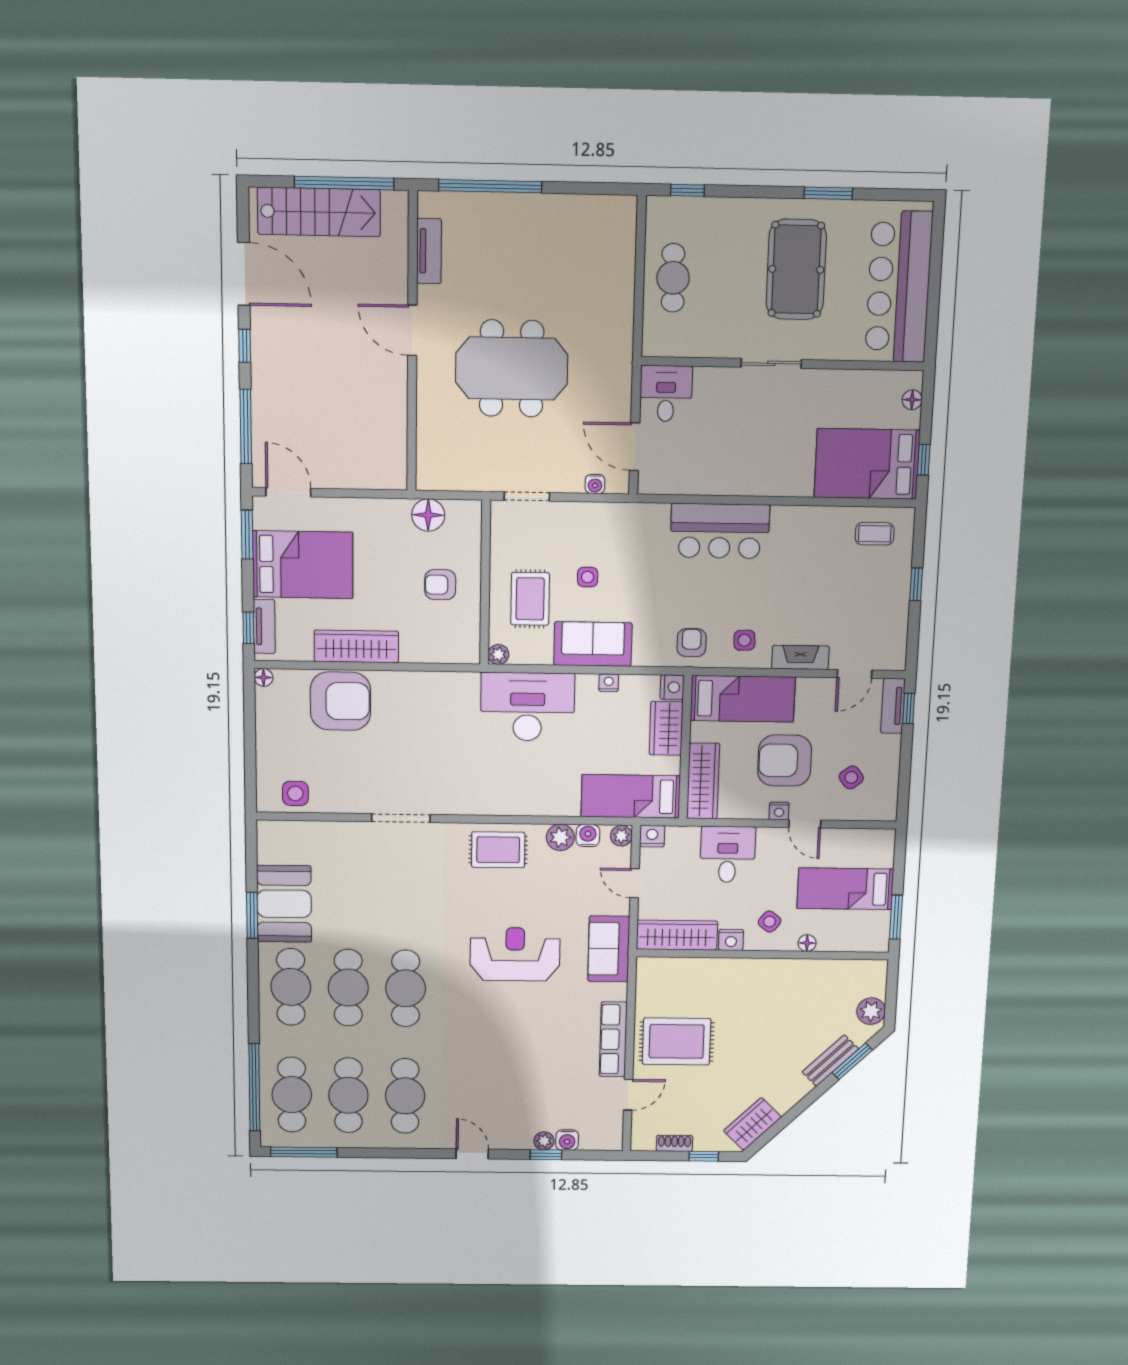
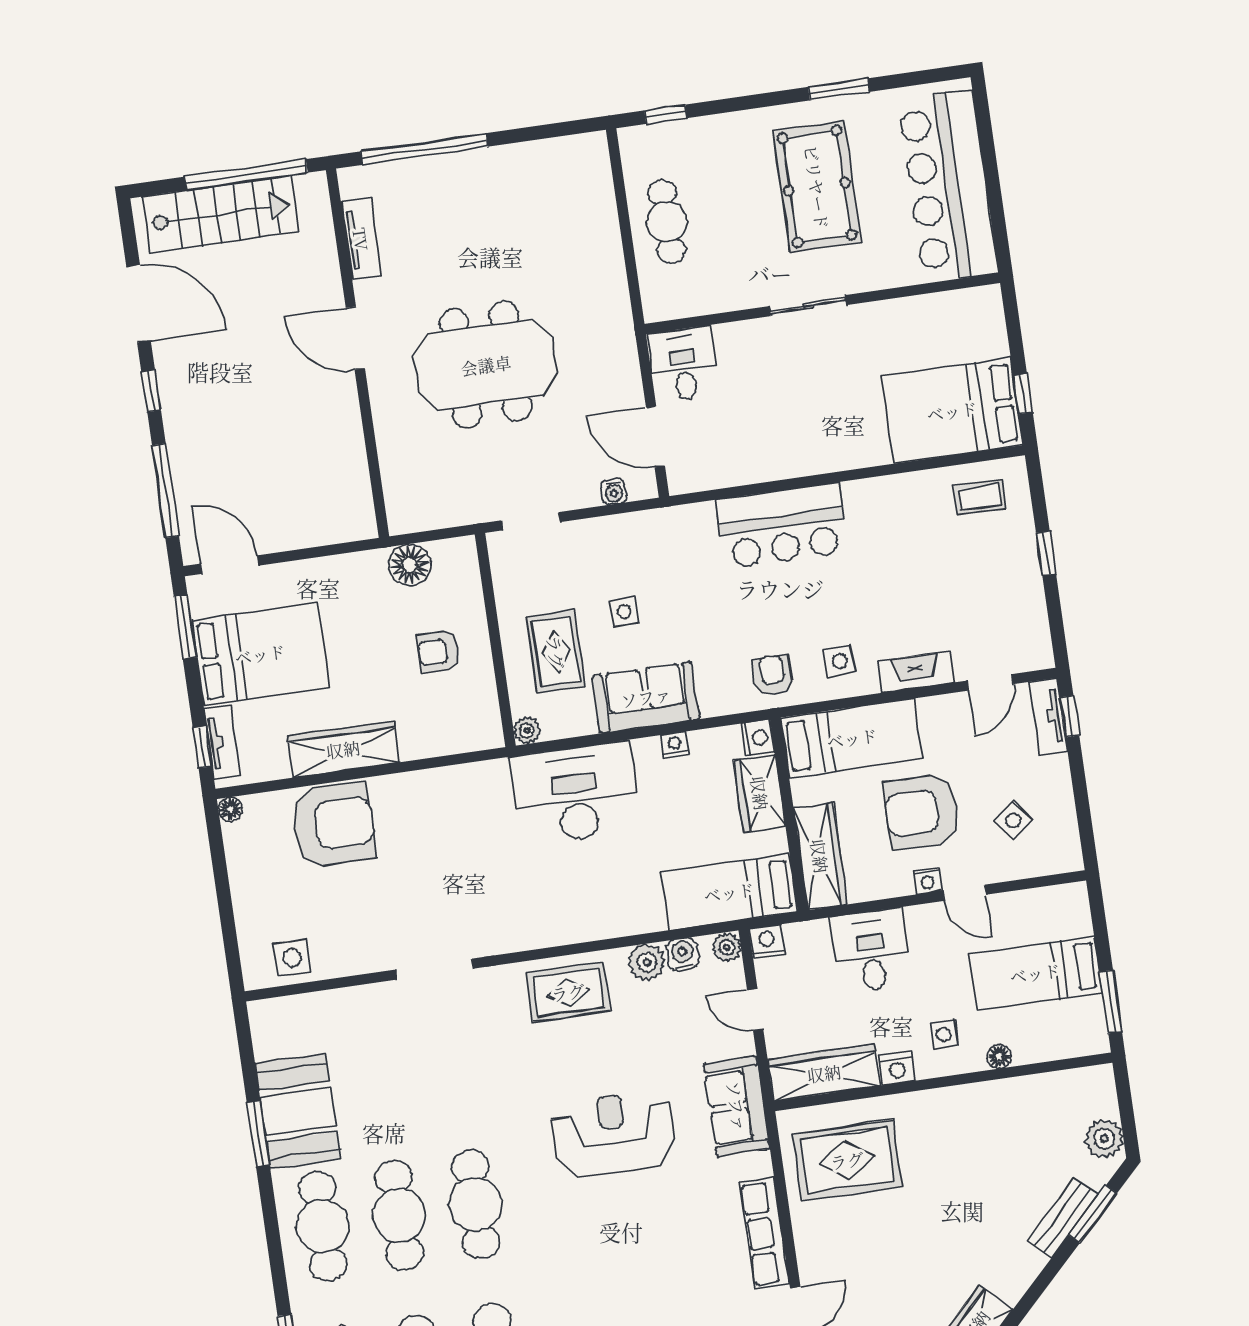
floor lamp: (912, 400) -> (993, 322), removed
side table: (770, 922) -> (944, 1034), turned -38
rug: (677, 1041) -> (847, 1160), moved

